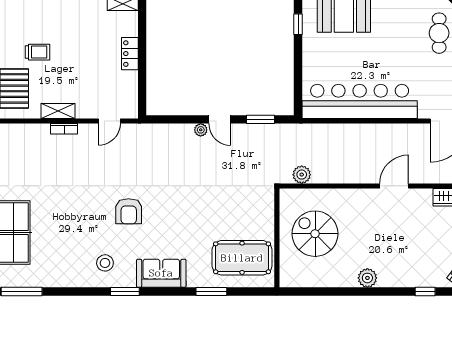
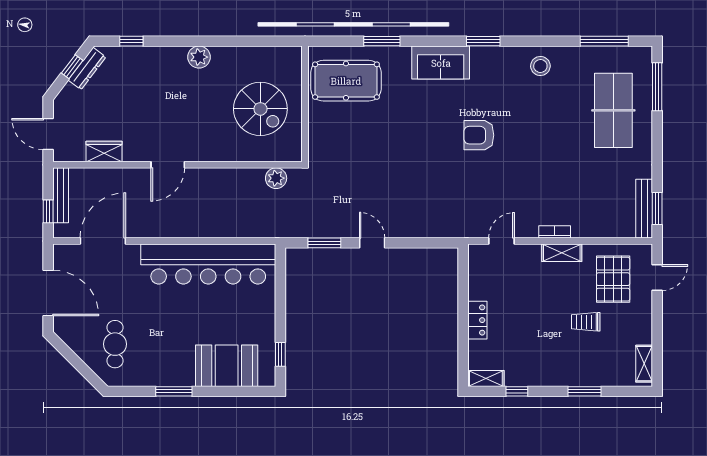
plant: (201, 130) -> (394, 231), removed
armchair: (129, 211) -> (479, 135), turned -90
stool: (105, 263) -> (540, 66), moved

